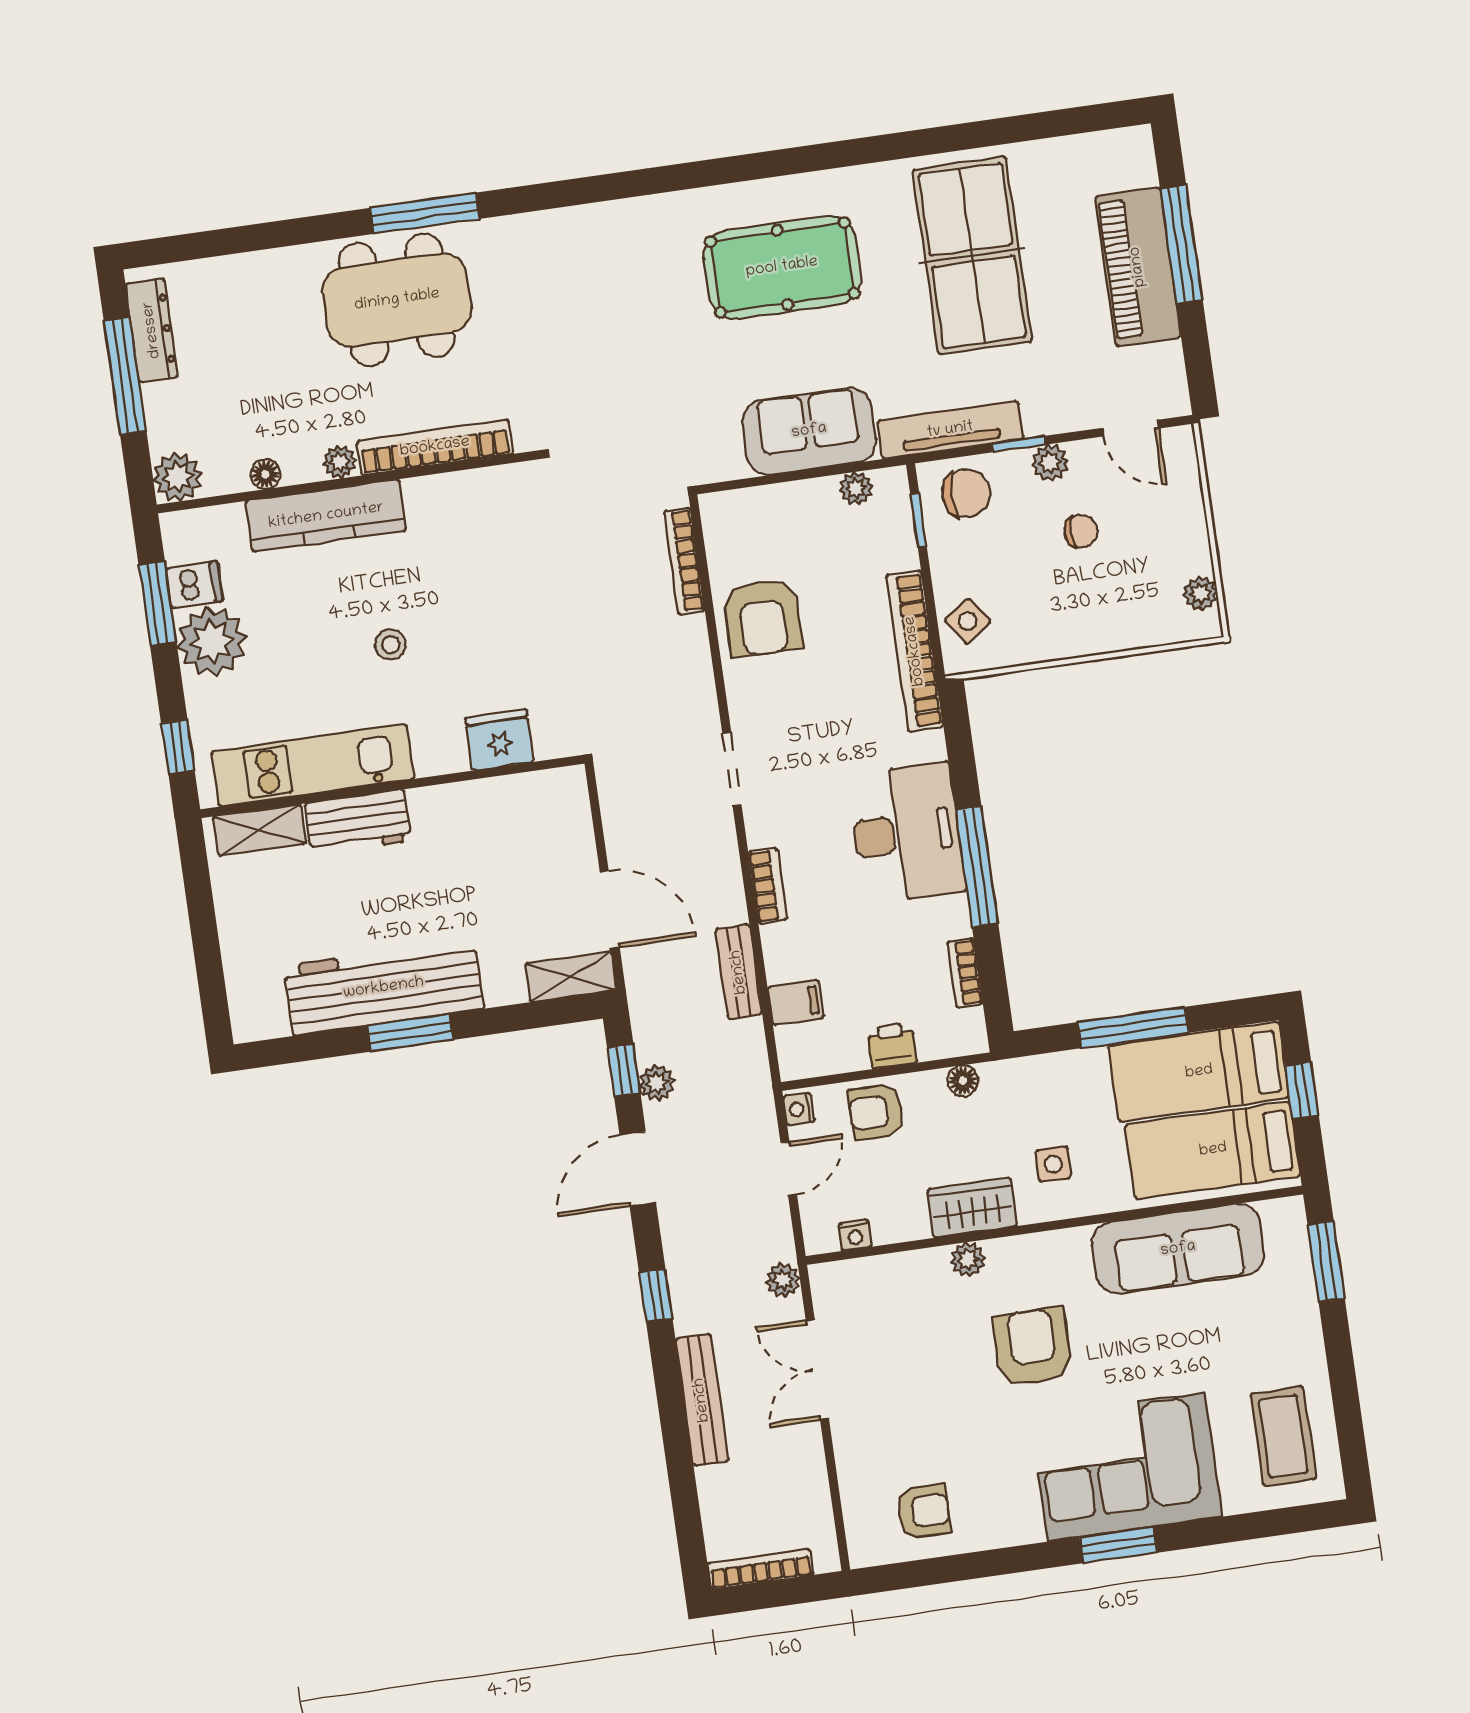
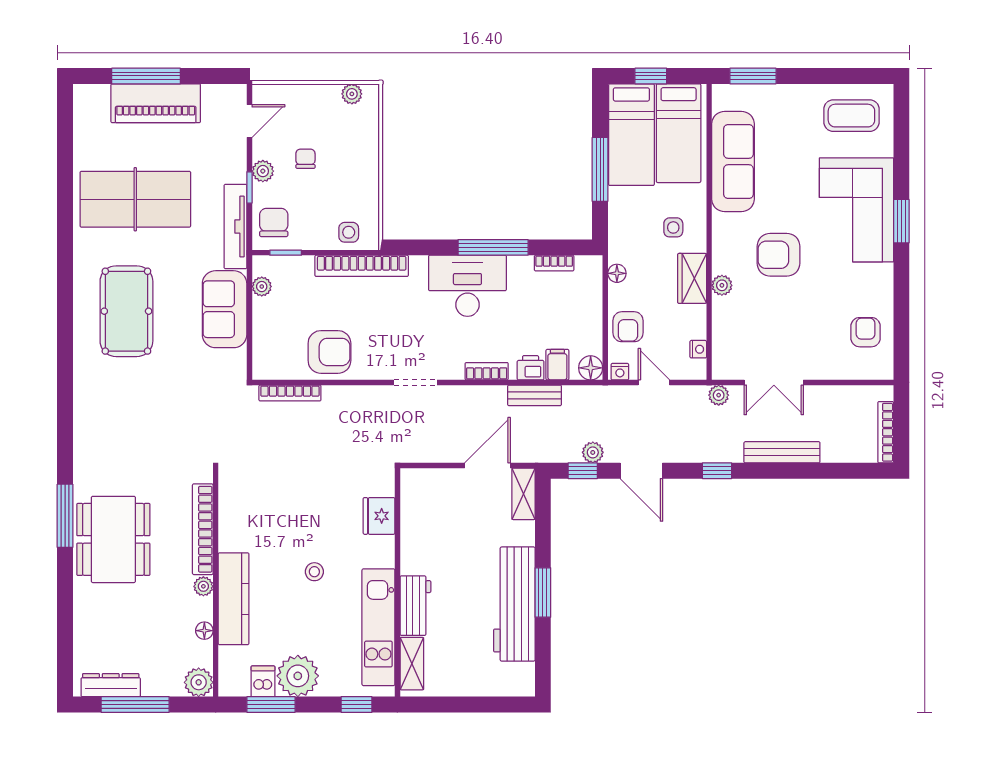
side table: (968, 621) -> (349, 232), turned 35
printer: (892, 1046) -> (531, 368), moved, turned 90
floor lamp: (798, 1059) -> (591, 368), added

